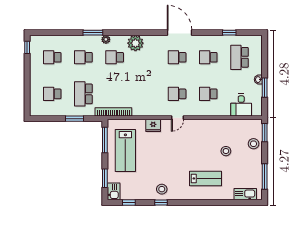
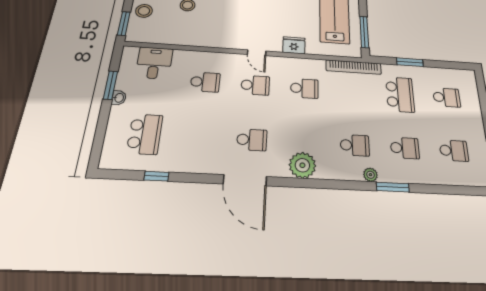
plant: (135, 43) -> (302, 165), moved
school desk: (208, 57) -> (304, 88), moved
door: (178, 118) -> (257, 53), swing flipped

